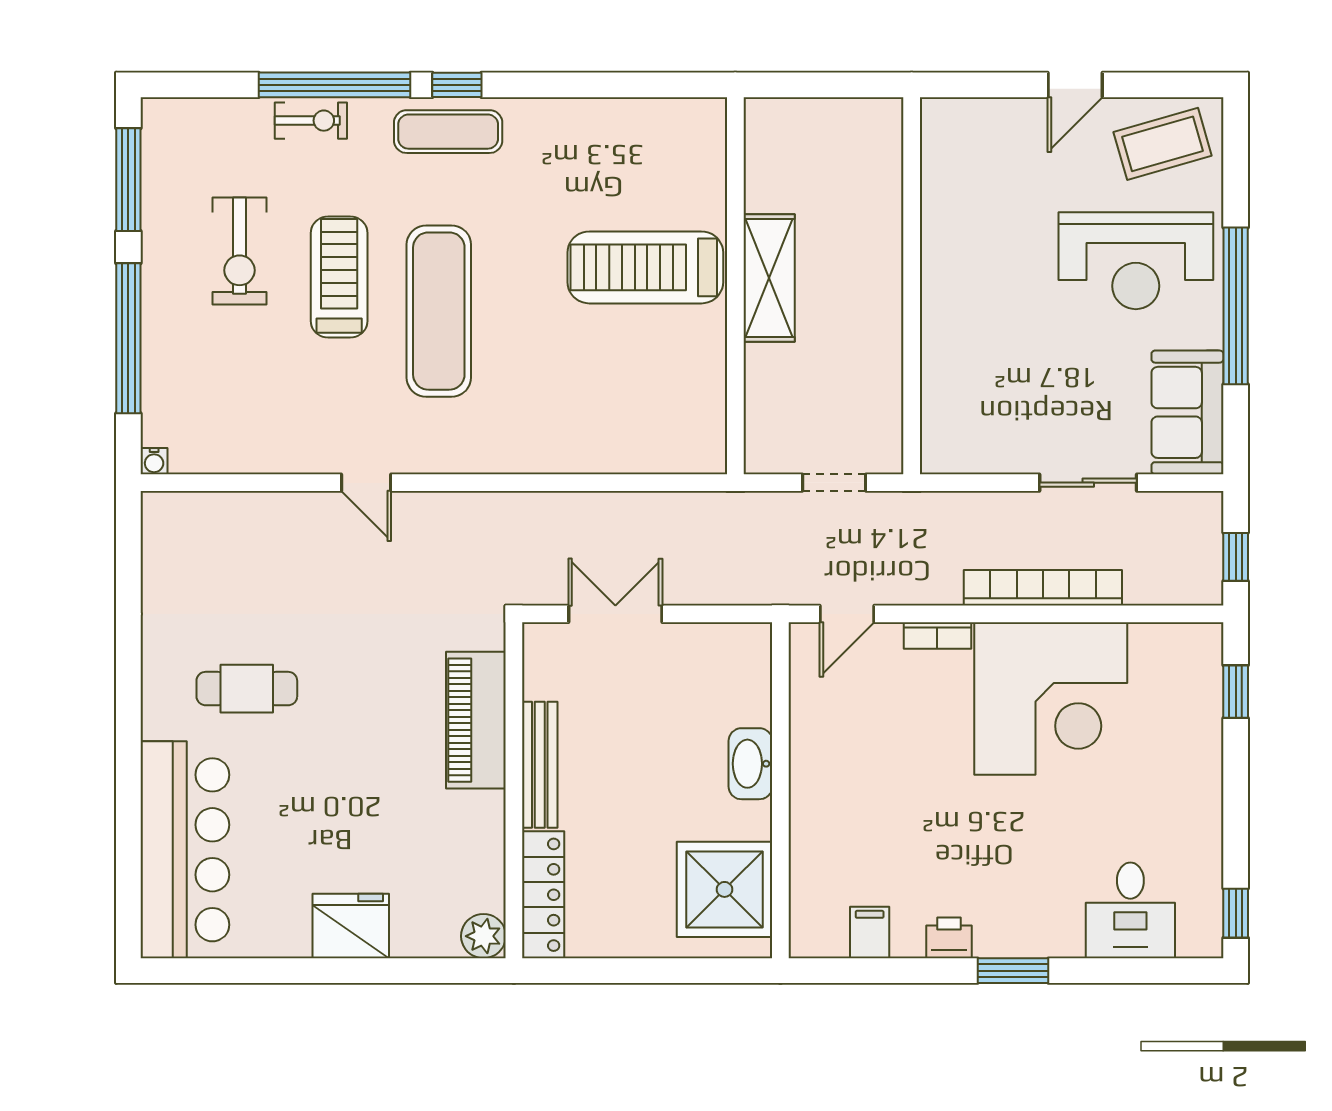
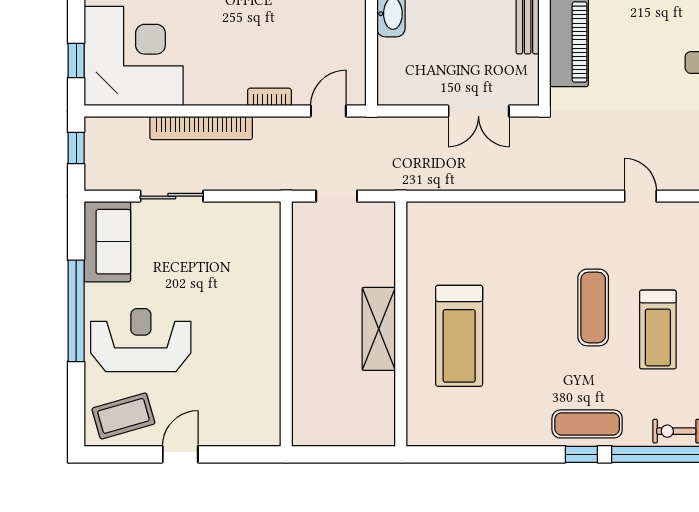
treadmill: (645, 267) -> (459, 336), turned 90
exercise mat: (439, 311) -> (593, 307), width x0.73, depth x0.69
corner desk: (1051, 698) -> (134, 56), moved, turned 90

